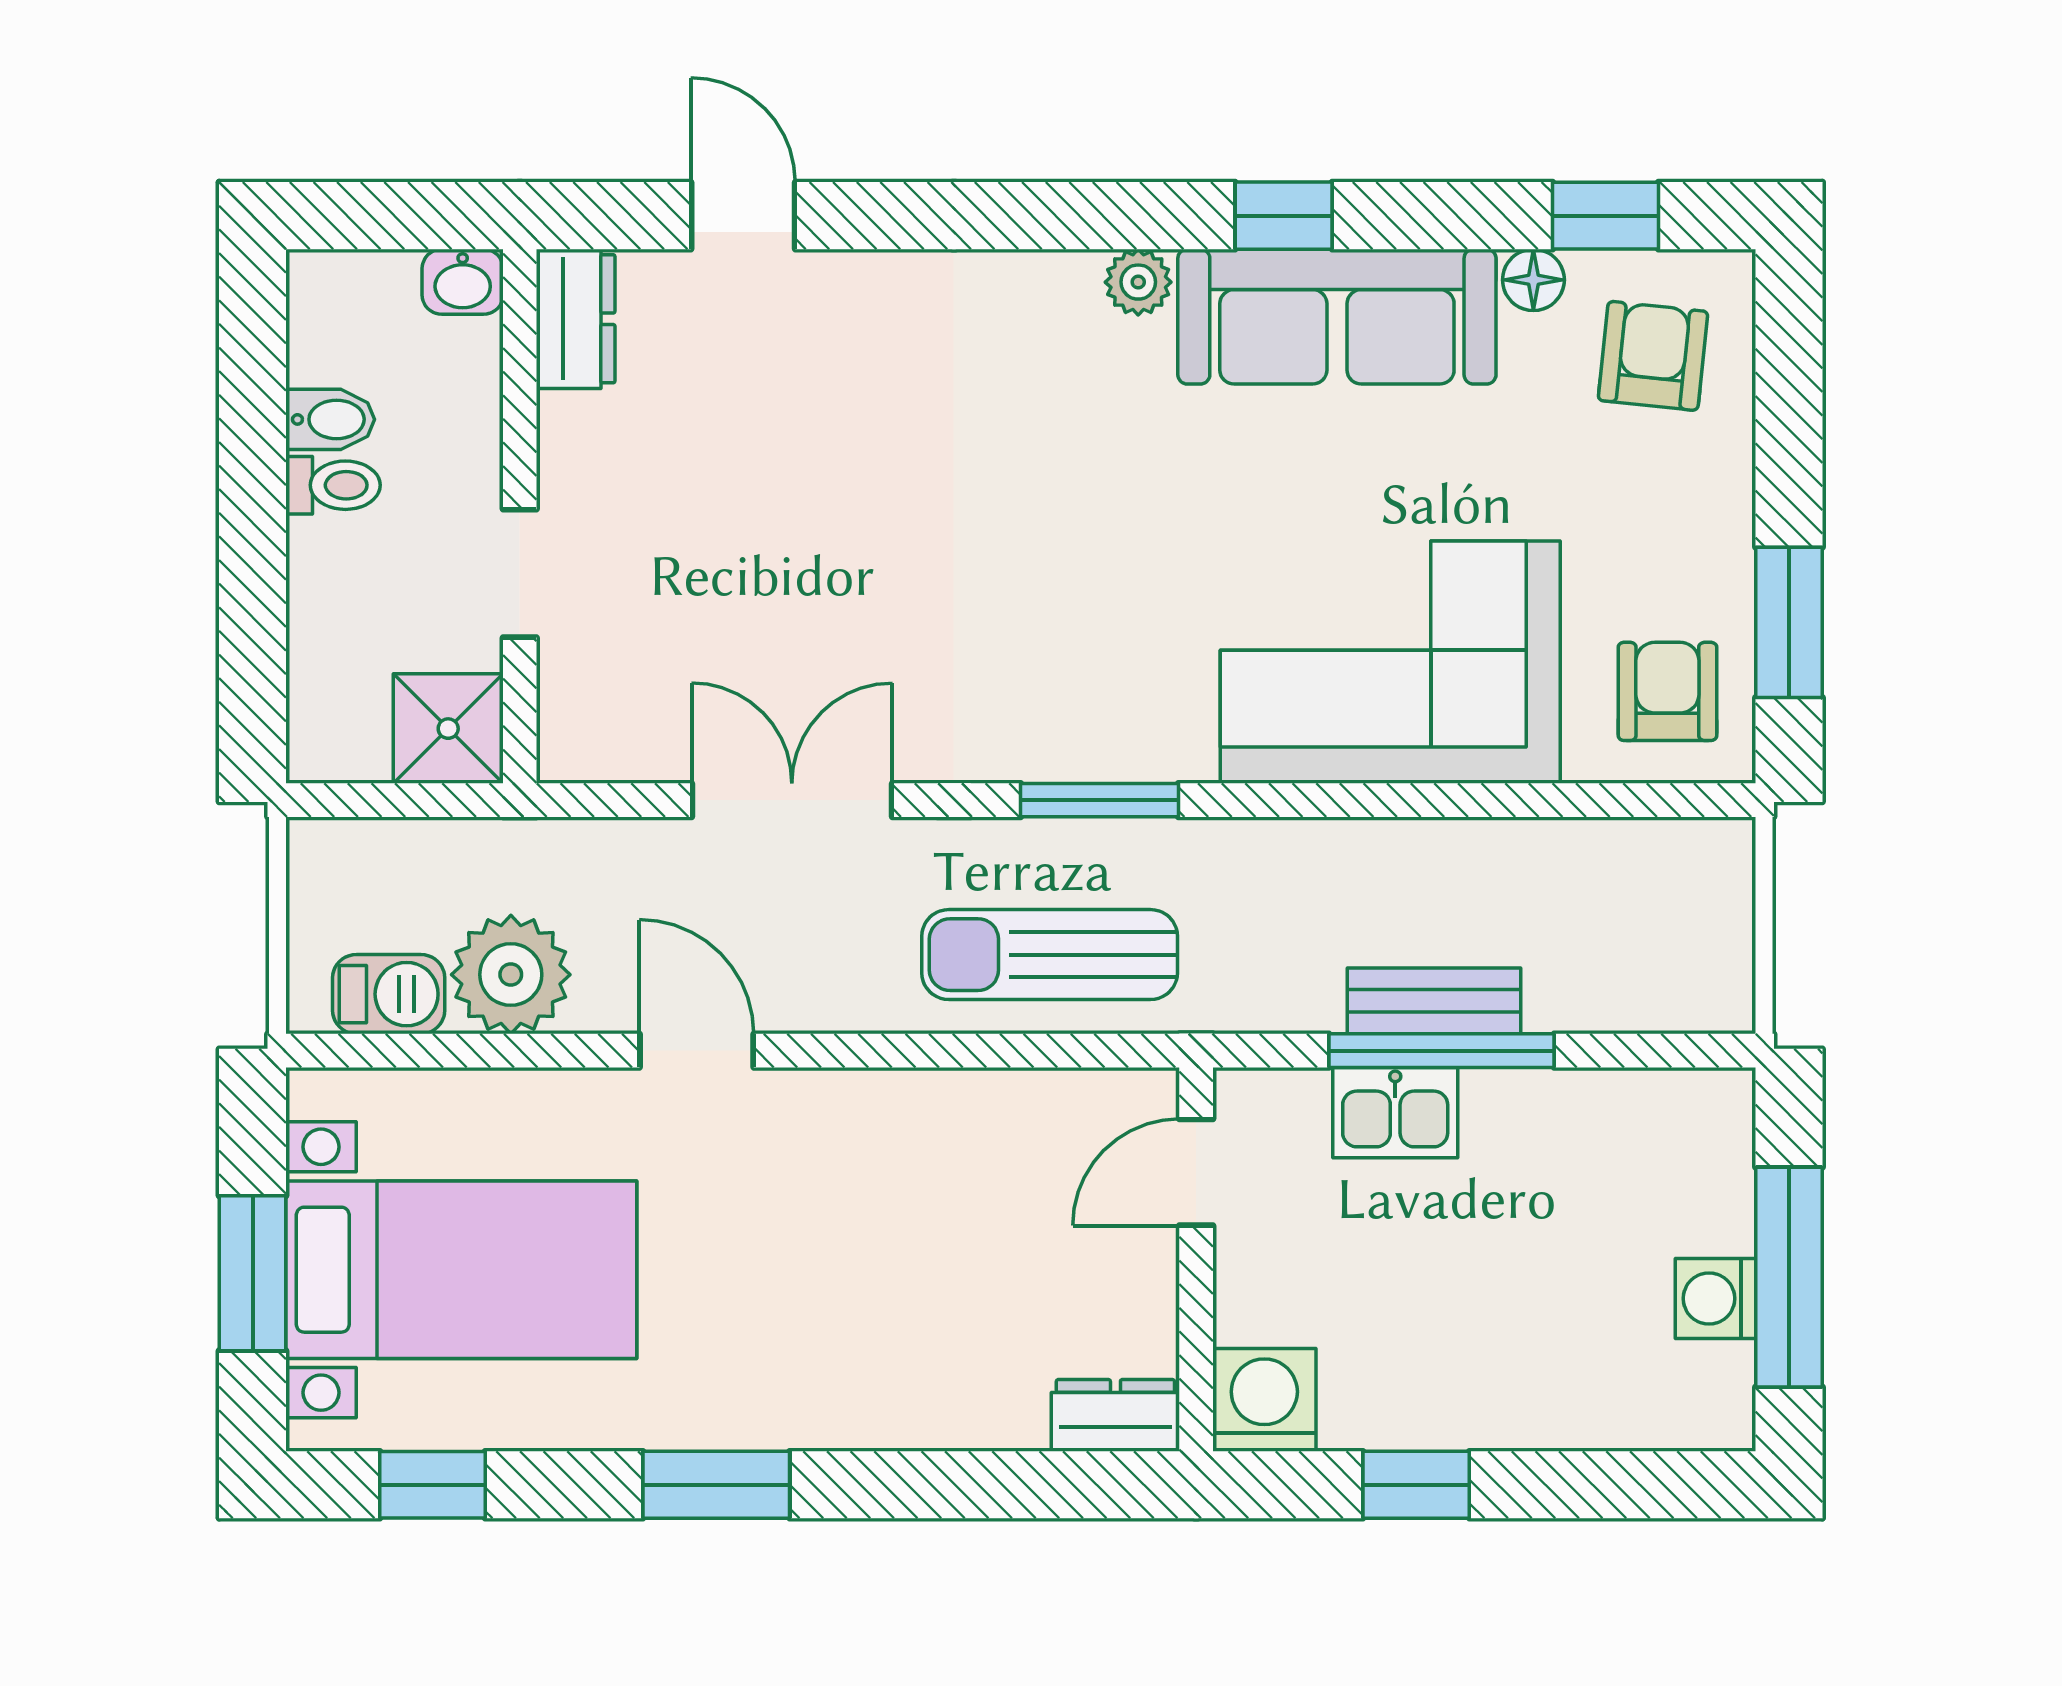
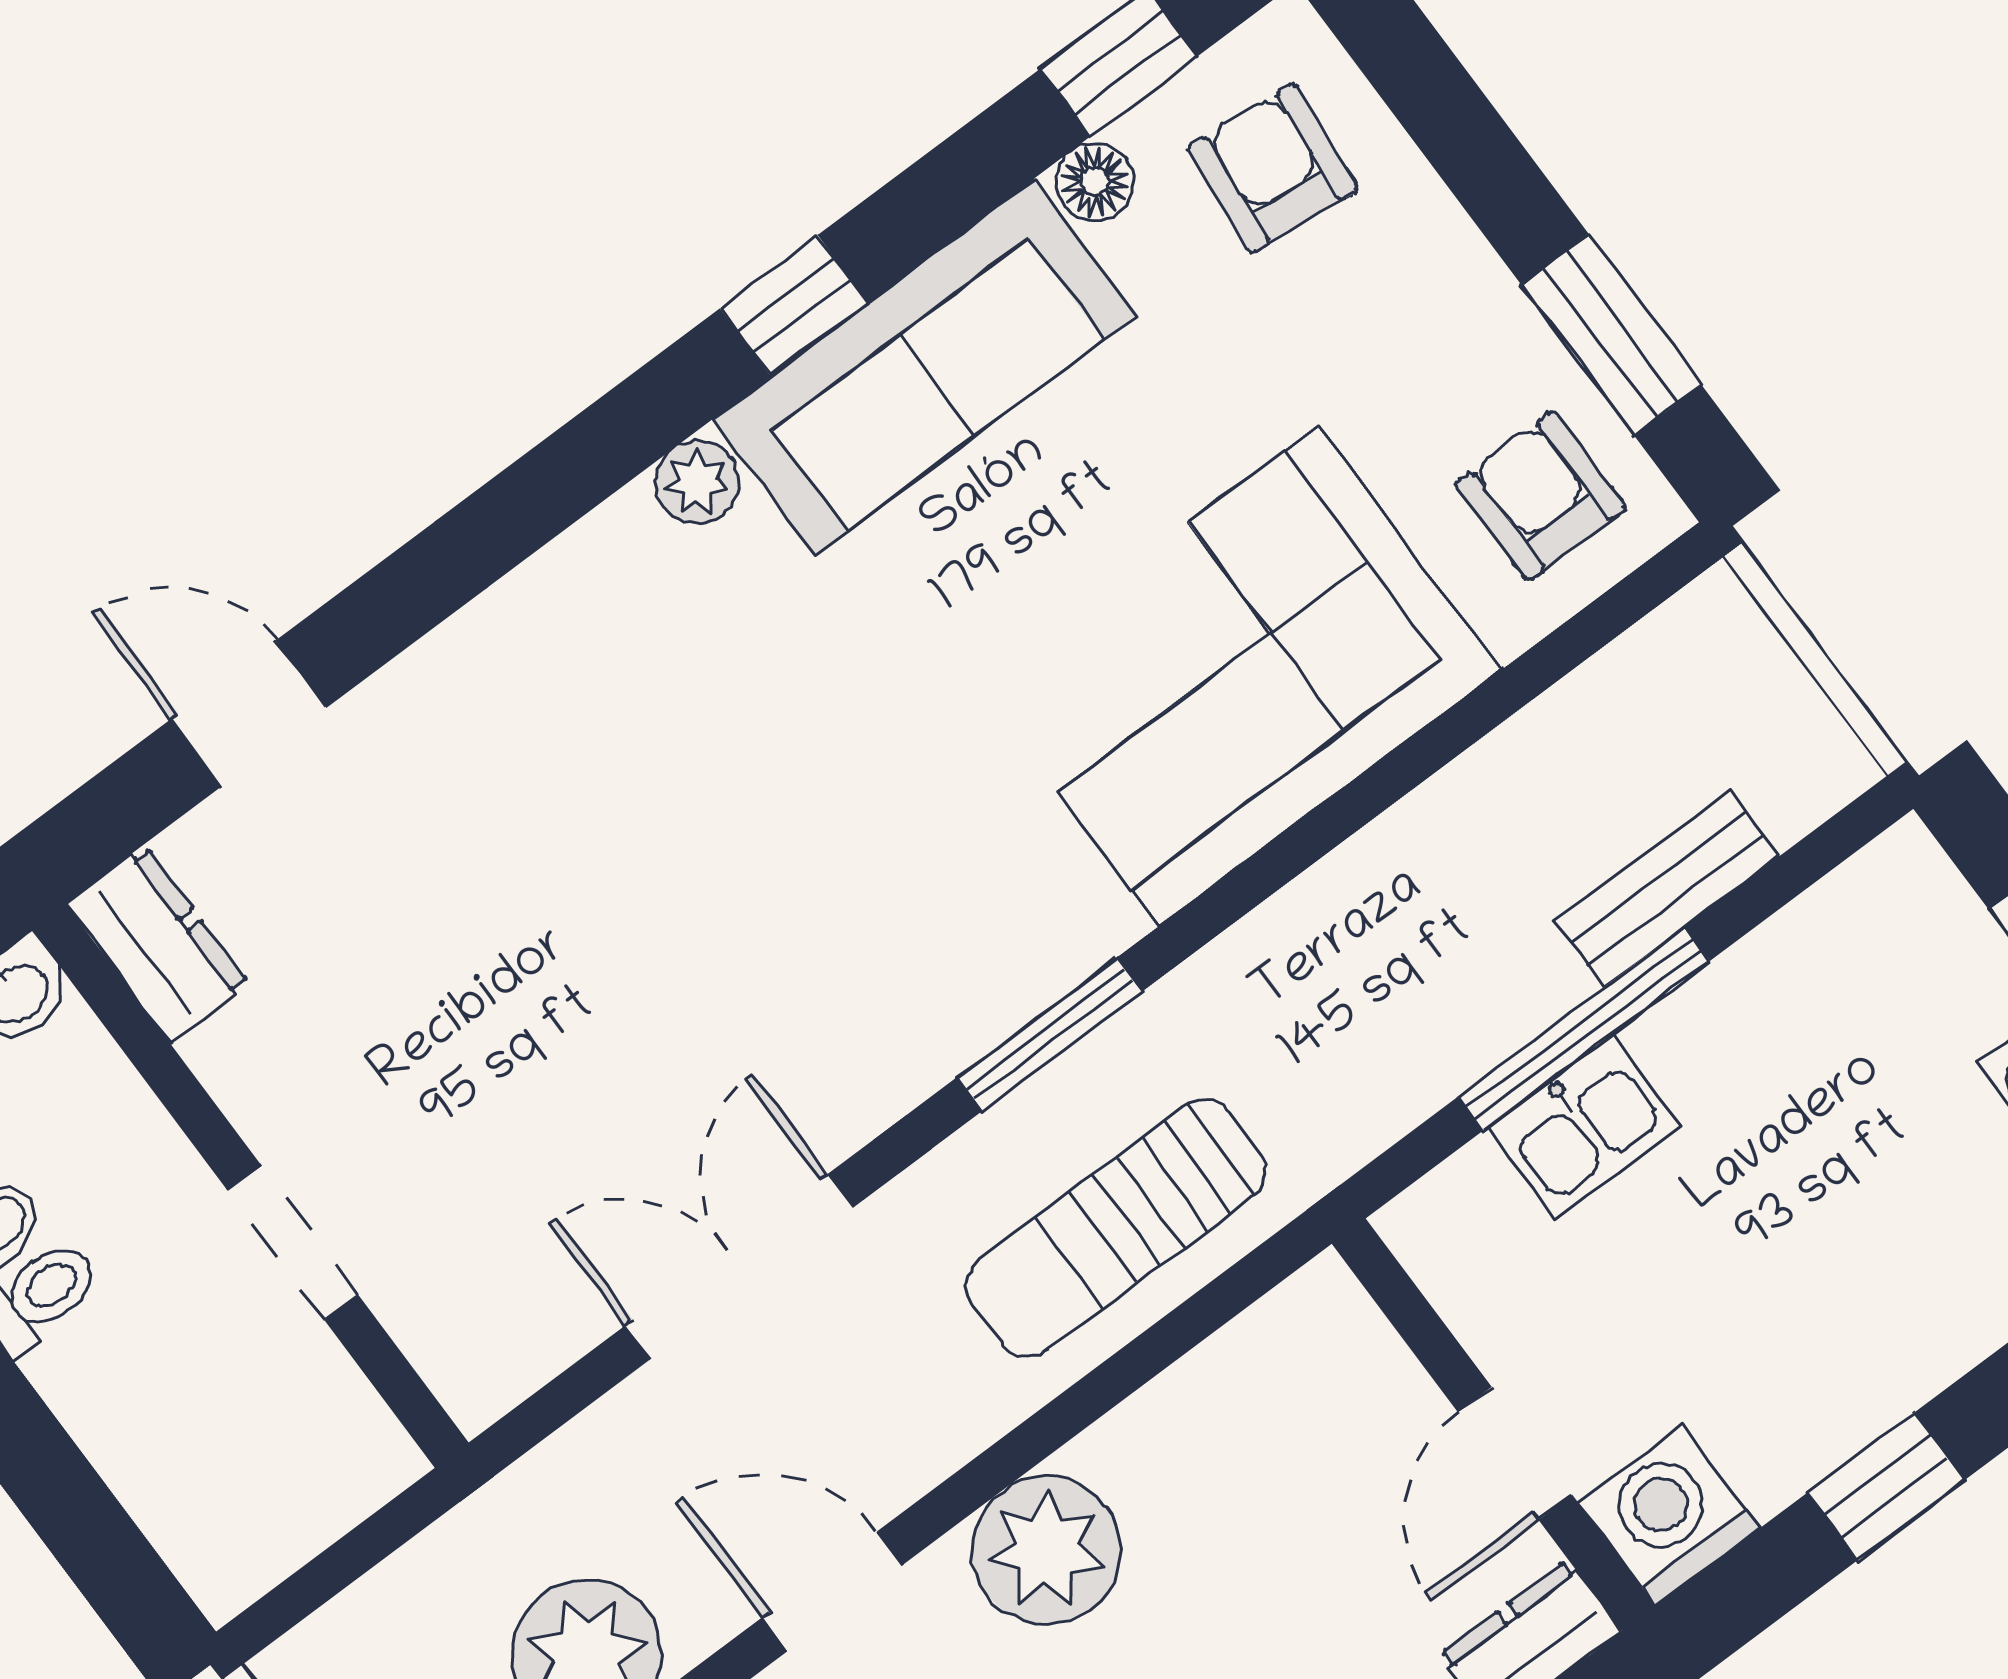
shower: (448, 729) -> (338, 1454), removed
bench: (1434, 1001) -> (1667, 888), moved
plant: (852, 1126) -> (1046, 1550), added
door: (1196, 1172) -> (1515, 1453), moved

